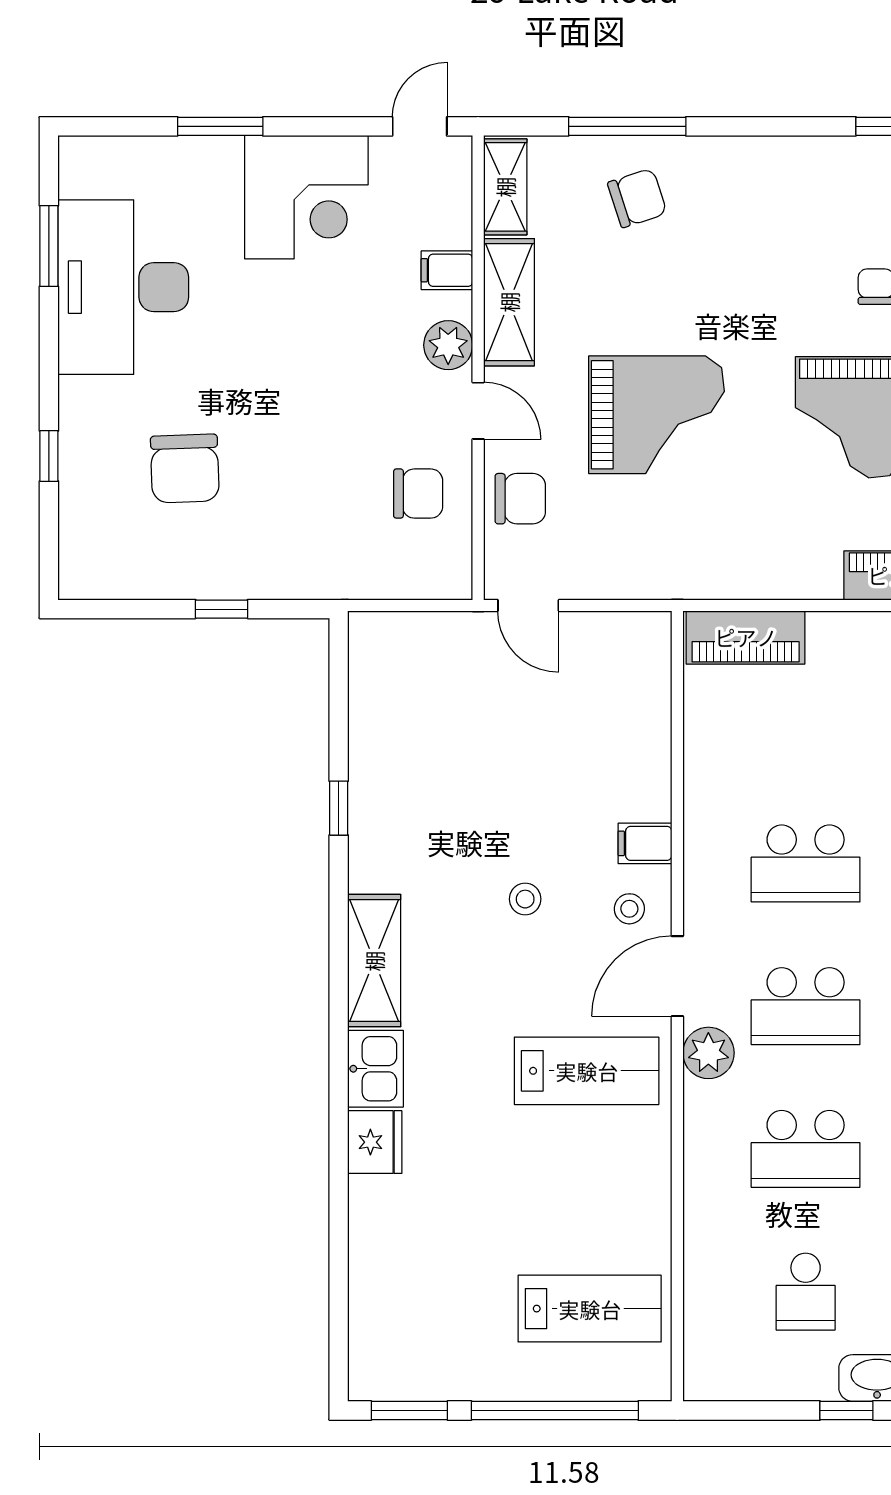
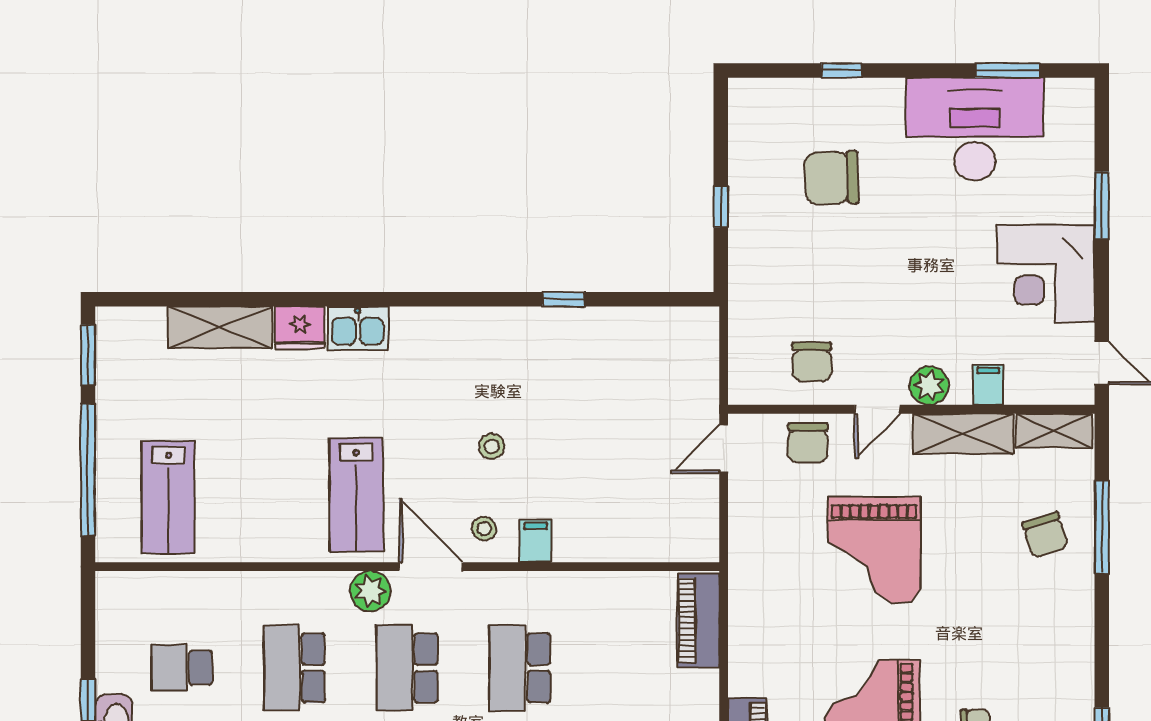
shelving: (374, 961) -> (220, 327), moved

